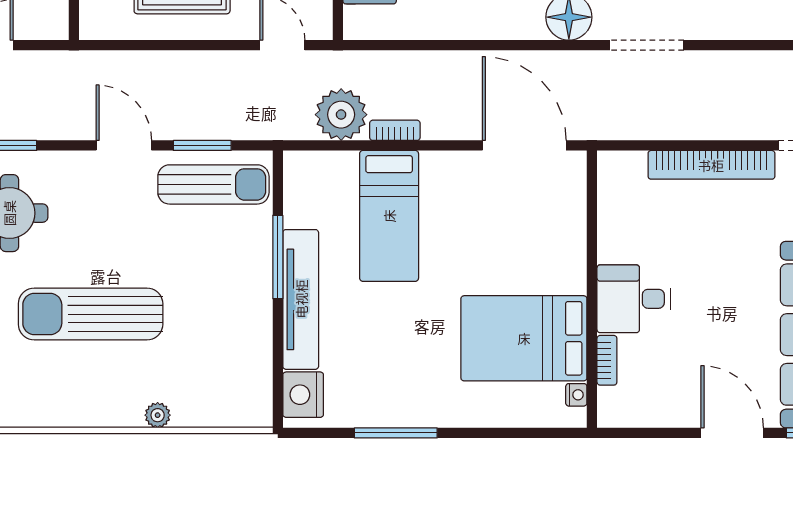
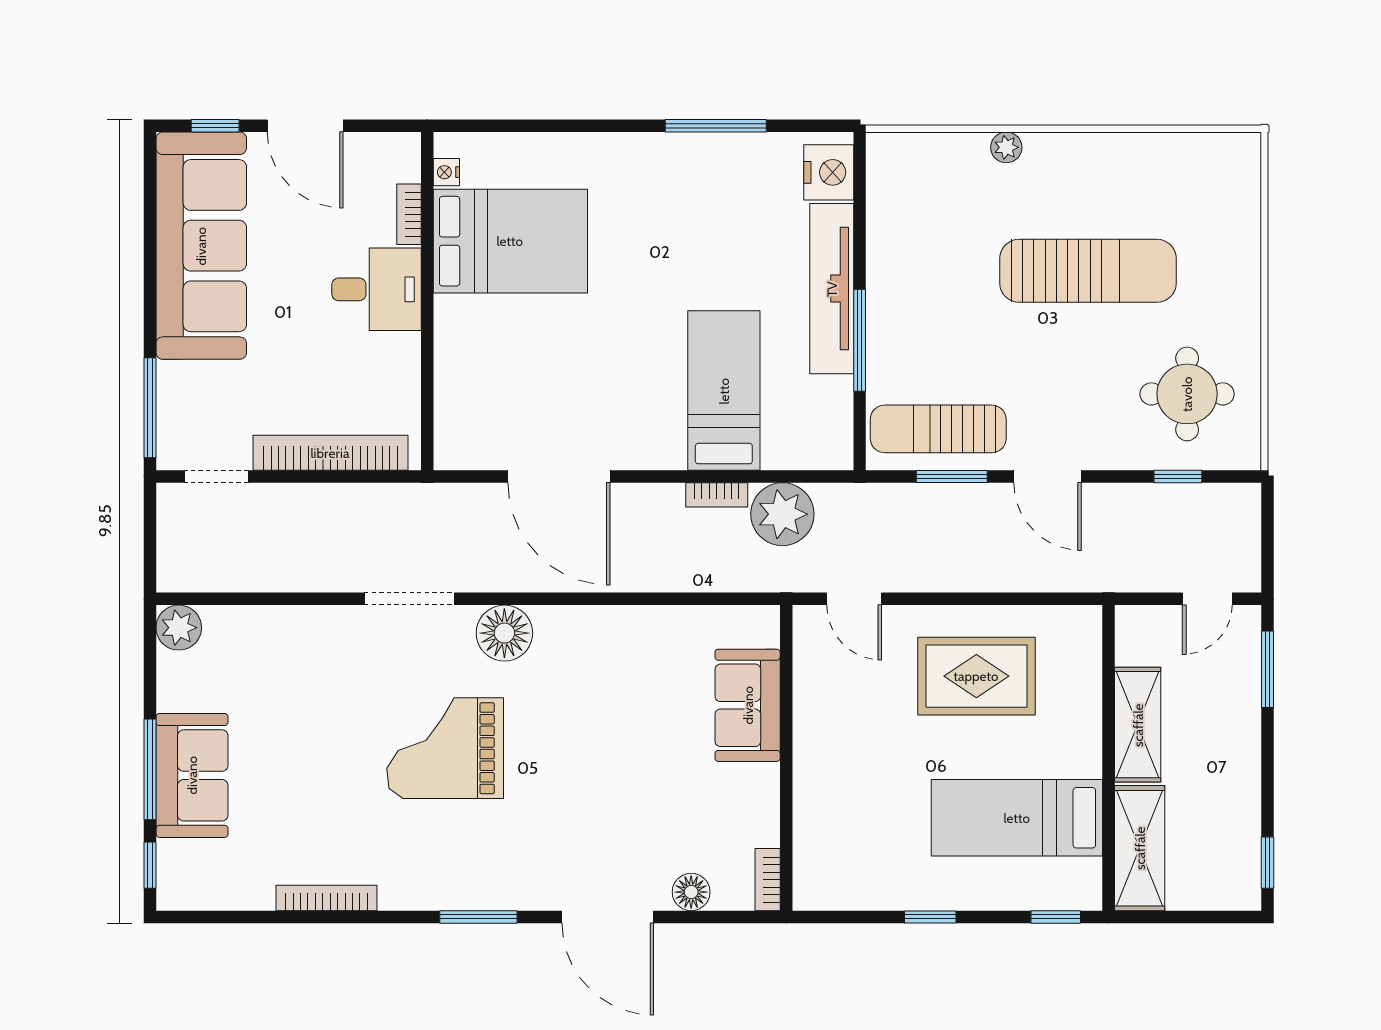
wall: (592, 289) -> (427, 301), moved
desk: (634, 299) -> (377, 289), moved
bed: (524, 338) -> (510, 241), moved
bookcase: (607, 360) -> (409, 214), moved
nightstand: (576, 395) -> (446, 172), moved

